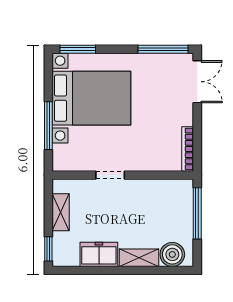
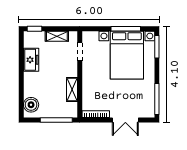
double door: (197, 82) -> (125, 120), moved
window: (48, 126) -> (126, 29), moved
doorway: (110, 175) -> (80, 52), moved
shelving: (139, 258) -> (72, 90), moved

